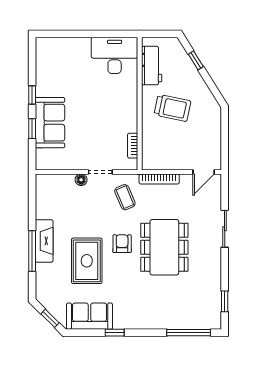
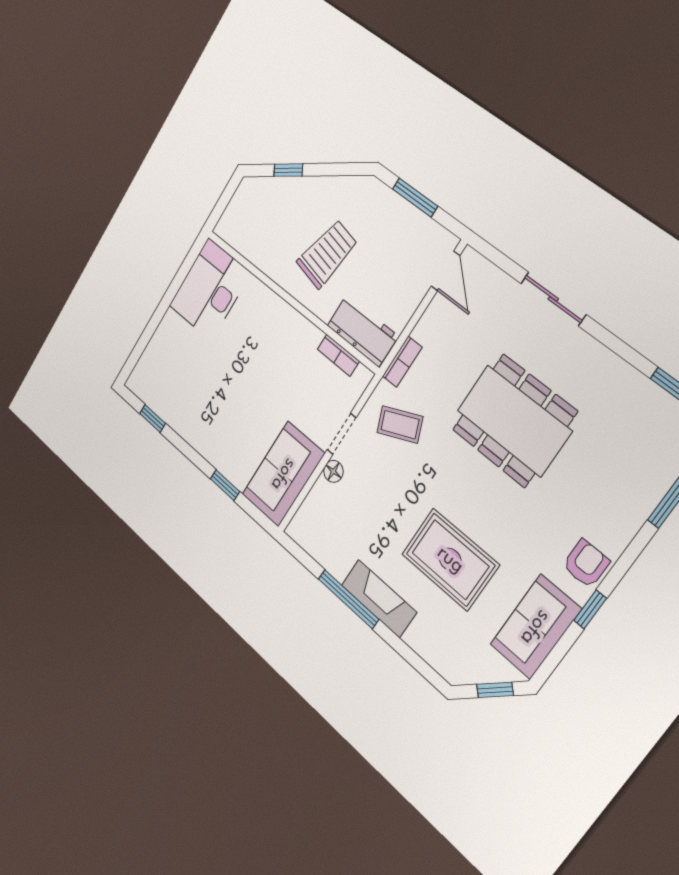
workbench: (152, 66) -> (363, 331), moved
window: (32, 95) -> (153, 418), moved
sofa: (50, 123) -> (283, 474), moved, turned -90
window: (225, 135) -> (415, 197), added
bookcase: (159, 179) -> (402, 362), width x0.64
armchair: (122, 244) -> (586, 564), moved, turned 90
window: (32, 251) -> (348, 599), moved

